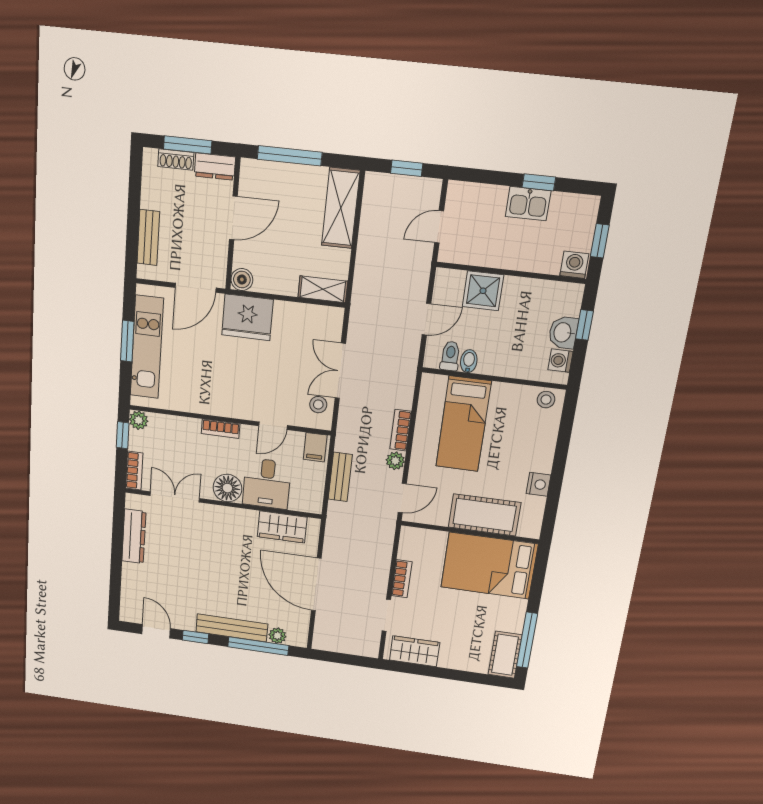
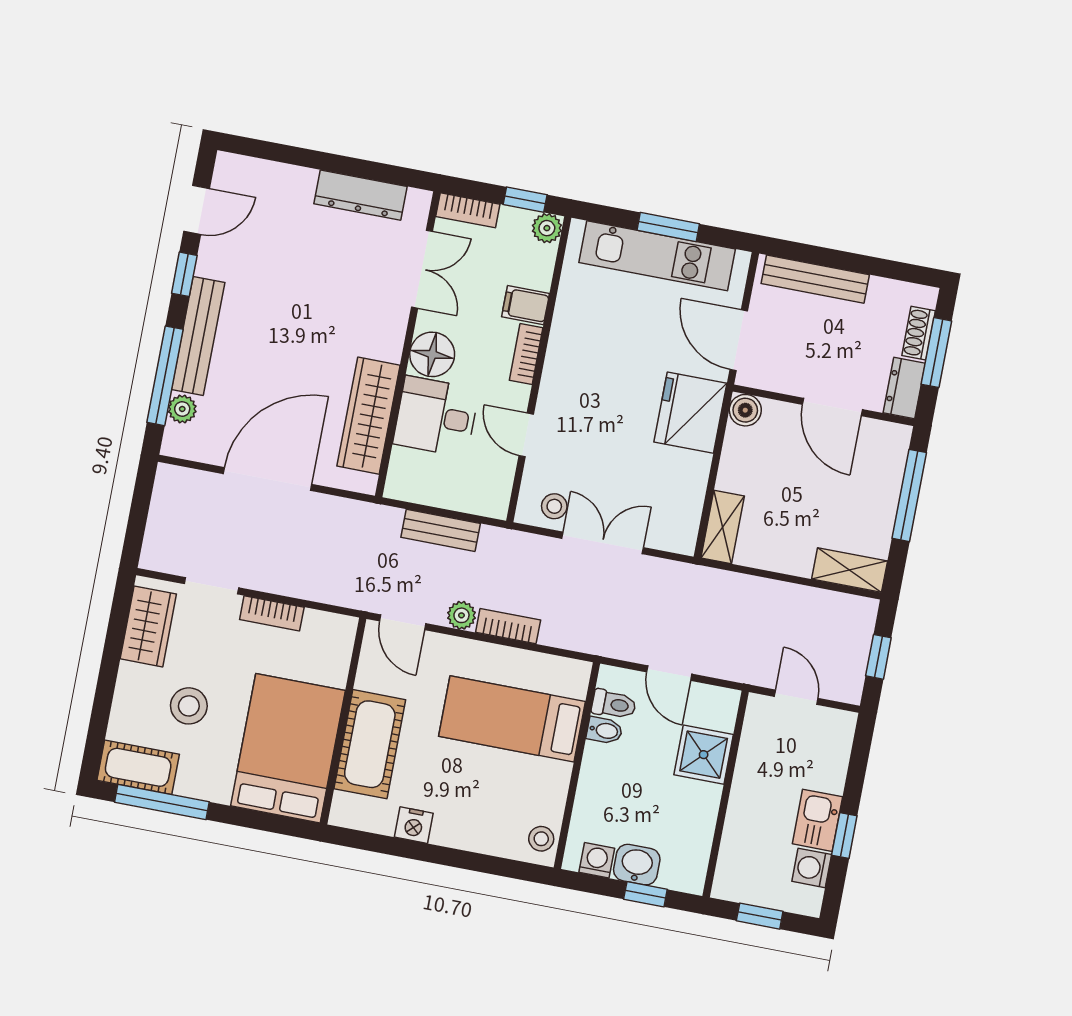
shelving: (341, 208) -> (850, 570), width x0.67, depth x0.75
bench: (148, 238) -> (815, 279), width x1.36
washing machine: (574, 265) -> (812, 868), moved, turned 180
filing cabinet: (315, 447) -> (526, 305), moved
wardrobe: (282, 527) -> (369, 416), width x1.50
stool: (464, 626) -> (189, 706), added

